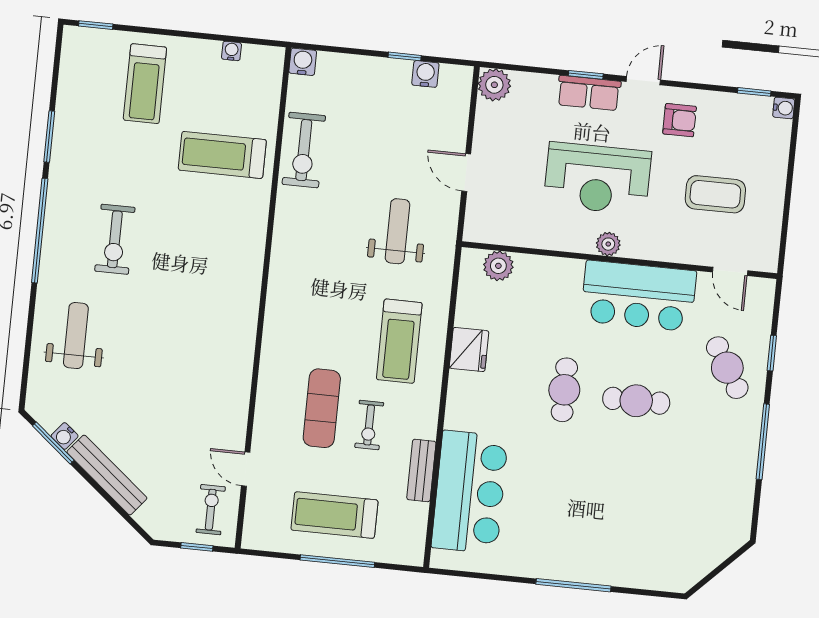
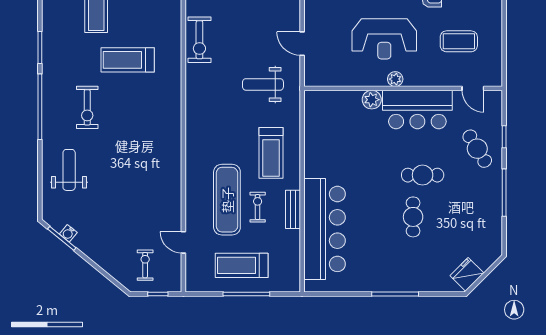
treadmill: (222, 155) -> (128, 60), moved
weight bench: (397, 231) -> (263, 84), turned -90
plant: (498, 266) -> (372, 100), moved
fridge: (469, 350) -> (467, 274), moved, turned -135
cafe table: (564, 390) -> (413, 217), moved
exercise mat: (322, 408) -> (227, 200), width x1.36, depth x1.45
exercise bike: (369, 425) -> (258, 207), turned 180
bench: (421, 470) -> (293, 209), moved
bench: (107, 475) -> (97, 255), removed
bar counter: (470, 492) -> (325, 229), width x1.36
exercise bike: (211, 510) -> (145, 265), moved

